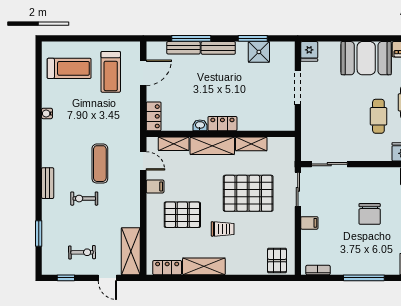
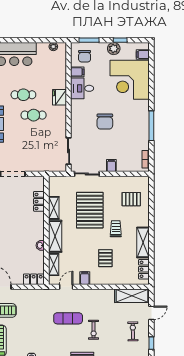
locker: (222, 124) -> (39, 201), moved
chair: (370, 214) -> (105, 122), turned 90
pallet: (182, 215) -> (105, 258), width x0.67, depth x0.71
pallet: (277, 261) -> (131, 199), moved

